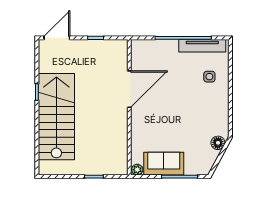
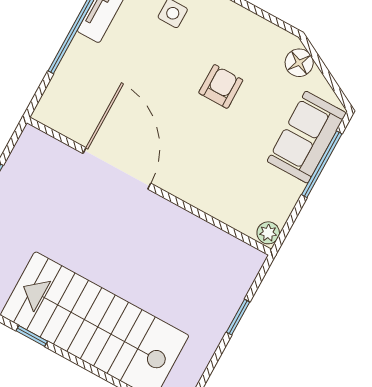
armchair: (189, 115) -> (221, 86), added
sofa: (164, 164) -> (307, 137), moved

